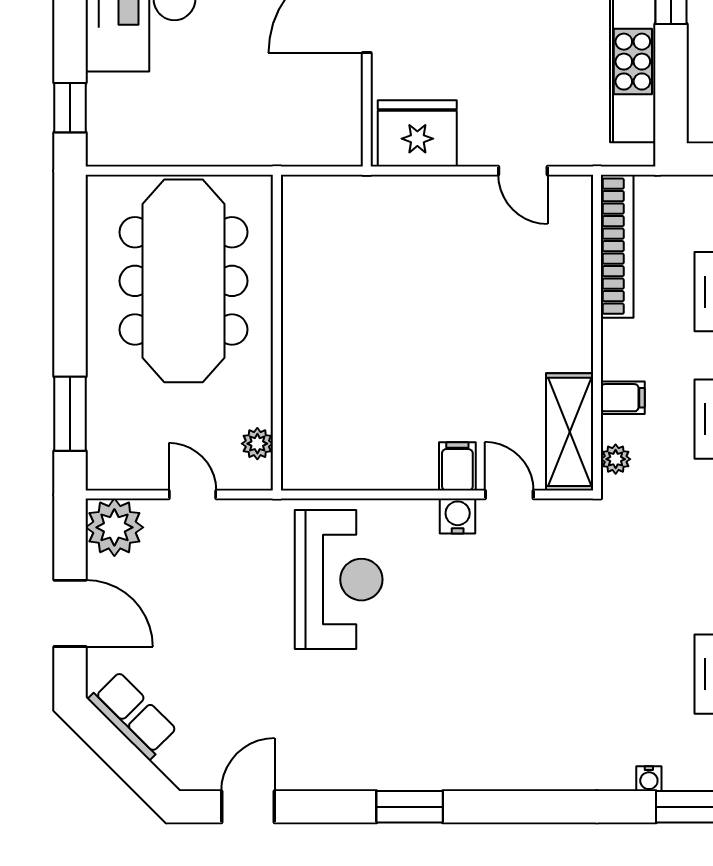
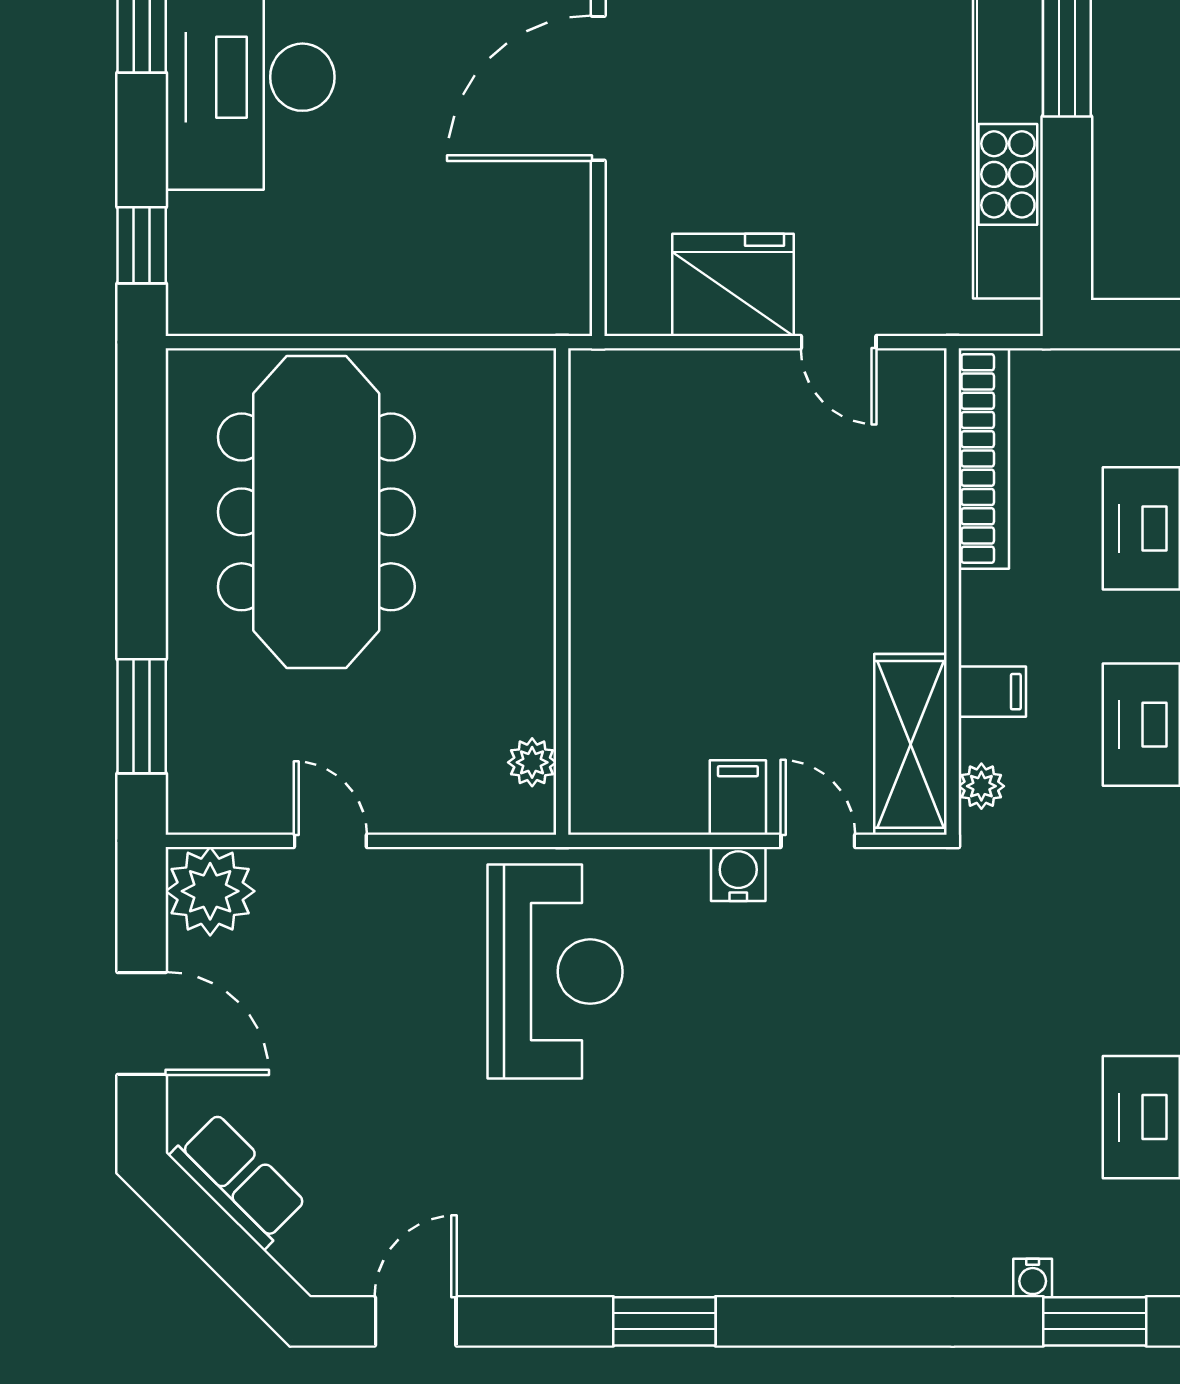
fridge: (417, 133) -> (733, 285), moved
wall: (277, 333) -> (562, 591), moved
plant: (257, 444) -> (532, 762), moved

